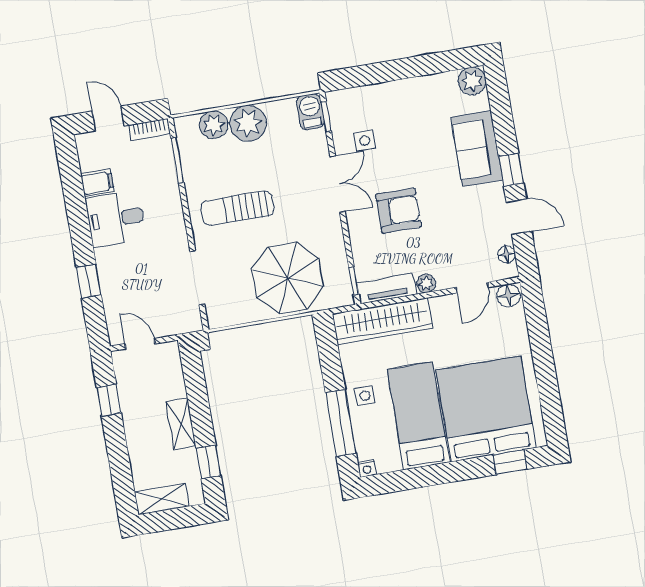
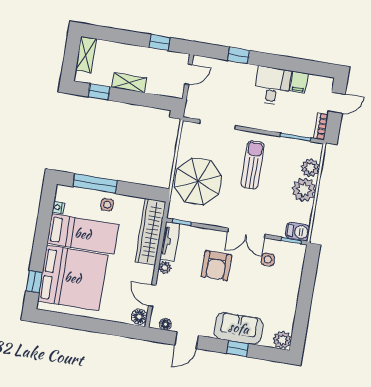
window: (511, 170) -> (238, 349), moved
nightstand: (367, 468) -> (58, 207), moved

